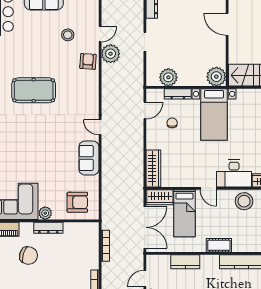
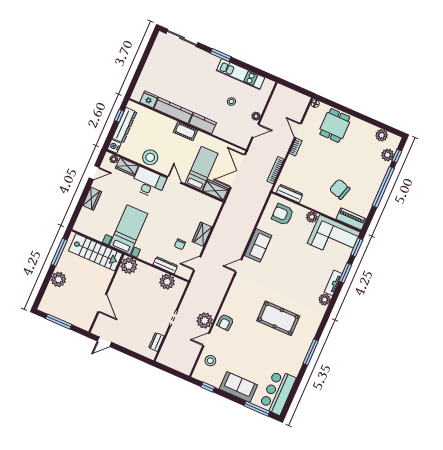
stool: (68, 35) -> (210, 361), moved
bed with nightstands: (214, 115) -> (129, 230), moved
door: (100, 127) -> (239, 266), swing flipped
wardrobe: (153, 169) -> (202, 234), moved, width x0.67
dresser: (48, 228) -> (290, 193), moved
kitchen counter: (185, 262) -> (203, 123), moved

